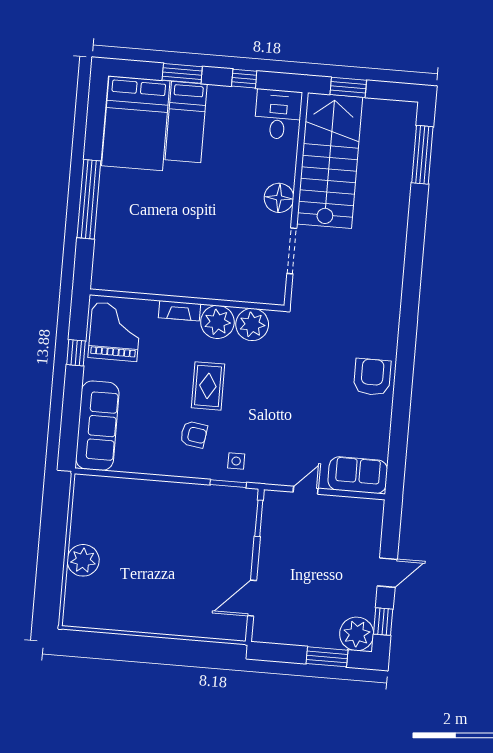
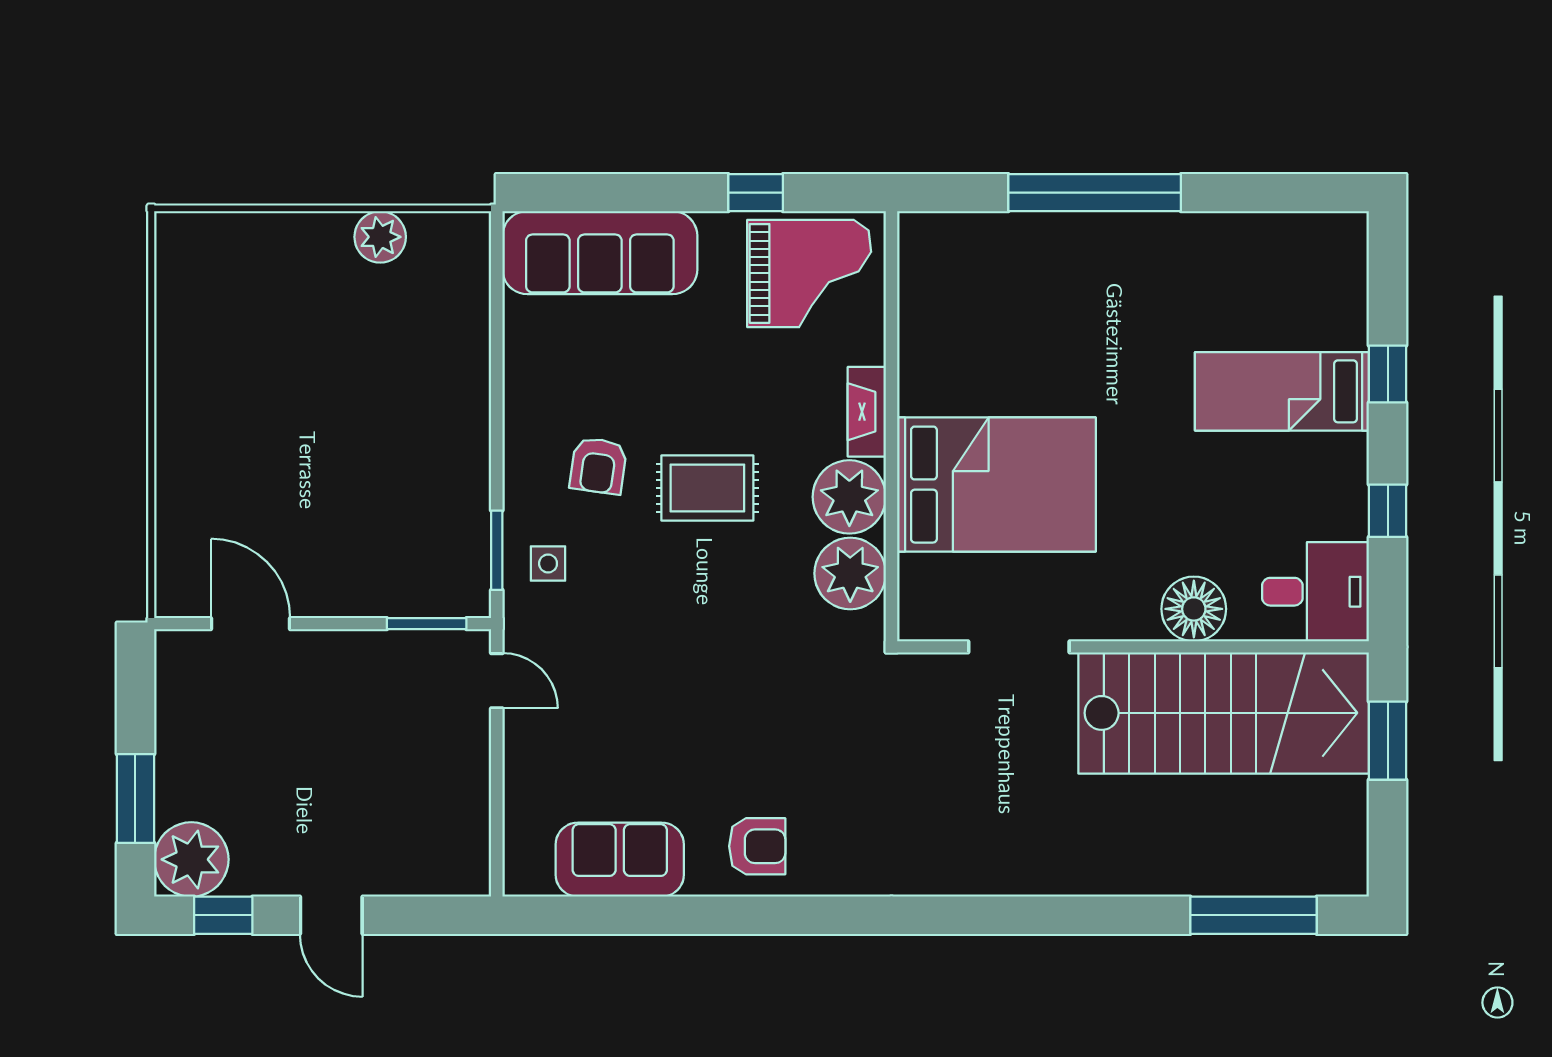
window: (182, 73) -> (1388, 374), width x0.67
bed: (136, 123) -> (996, 485), moved, turned 180
floor lamp: (279, 198) -> (1194, 609), moved
armchair: (372, 377) -> (757, 846), width x0.72, depth x0.72
sofa: (358, 475) -> (620, 860), moved, turned -90
door: (306, 490) -> (497, 681), moved
plant: (83, 560) -> (380, 237), moved, width x0.73, depth x0.73

